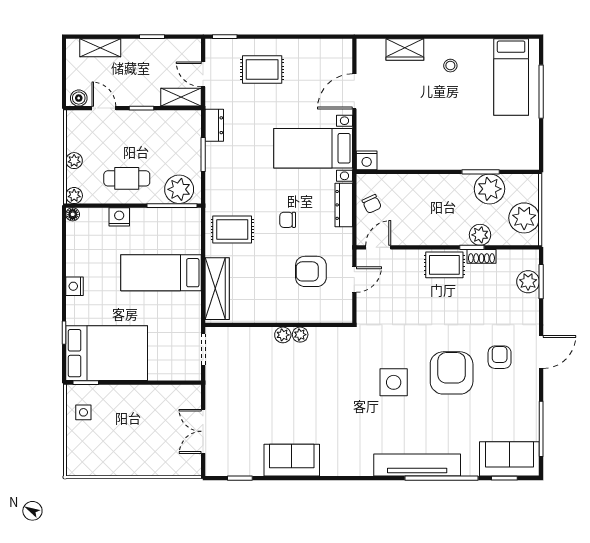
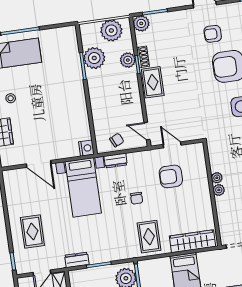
dresser: (344, 205) -> (116, 161), width x0.70
armchair: (311, 271) -> (171, 176), turned 90
plant: (528, 282) -> (141, 23), moved

